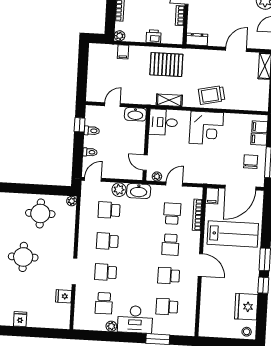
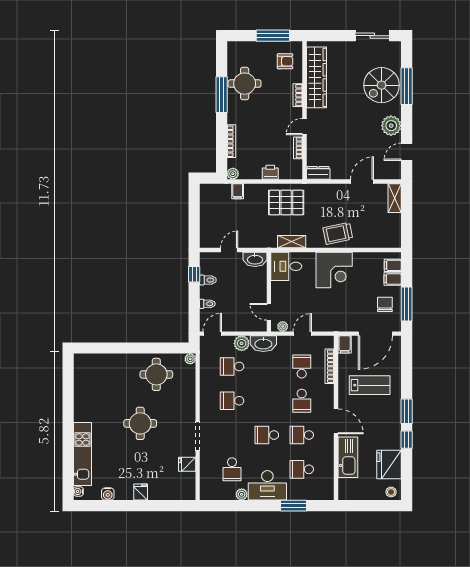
lab bench: (233, 234) -> (370, 385), width x0.73, depth x0.72
school desk: (106, 272) -> (267, 435), moved
kitchen sink: (209, 298) -> (348, 457), added

